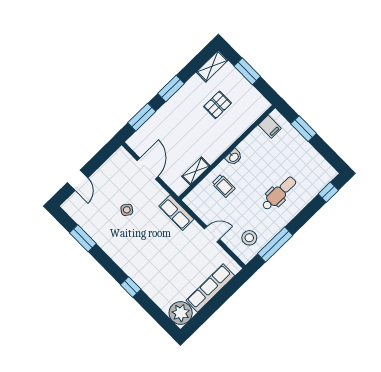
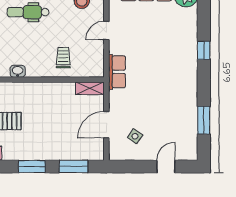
washbasin: (234, 157) -> (18, 71), moved
shelving: (196, 171) -> (90, 88), moved
side table: (127, 210) -> (135, 136), moved
door: (212, 234) -> (106, 31), hinge flipped

